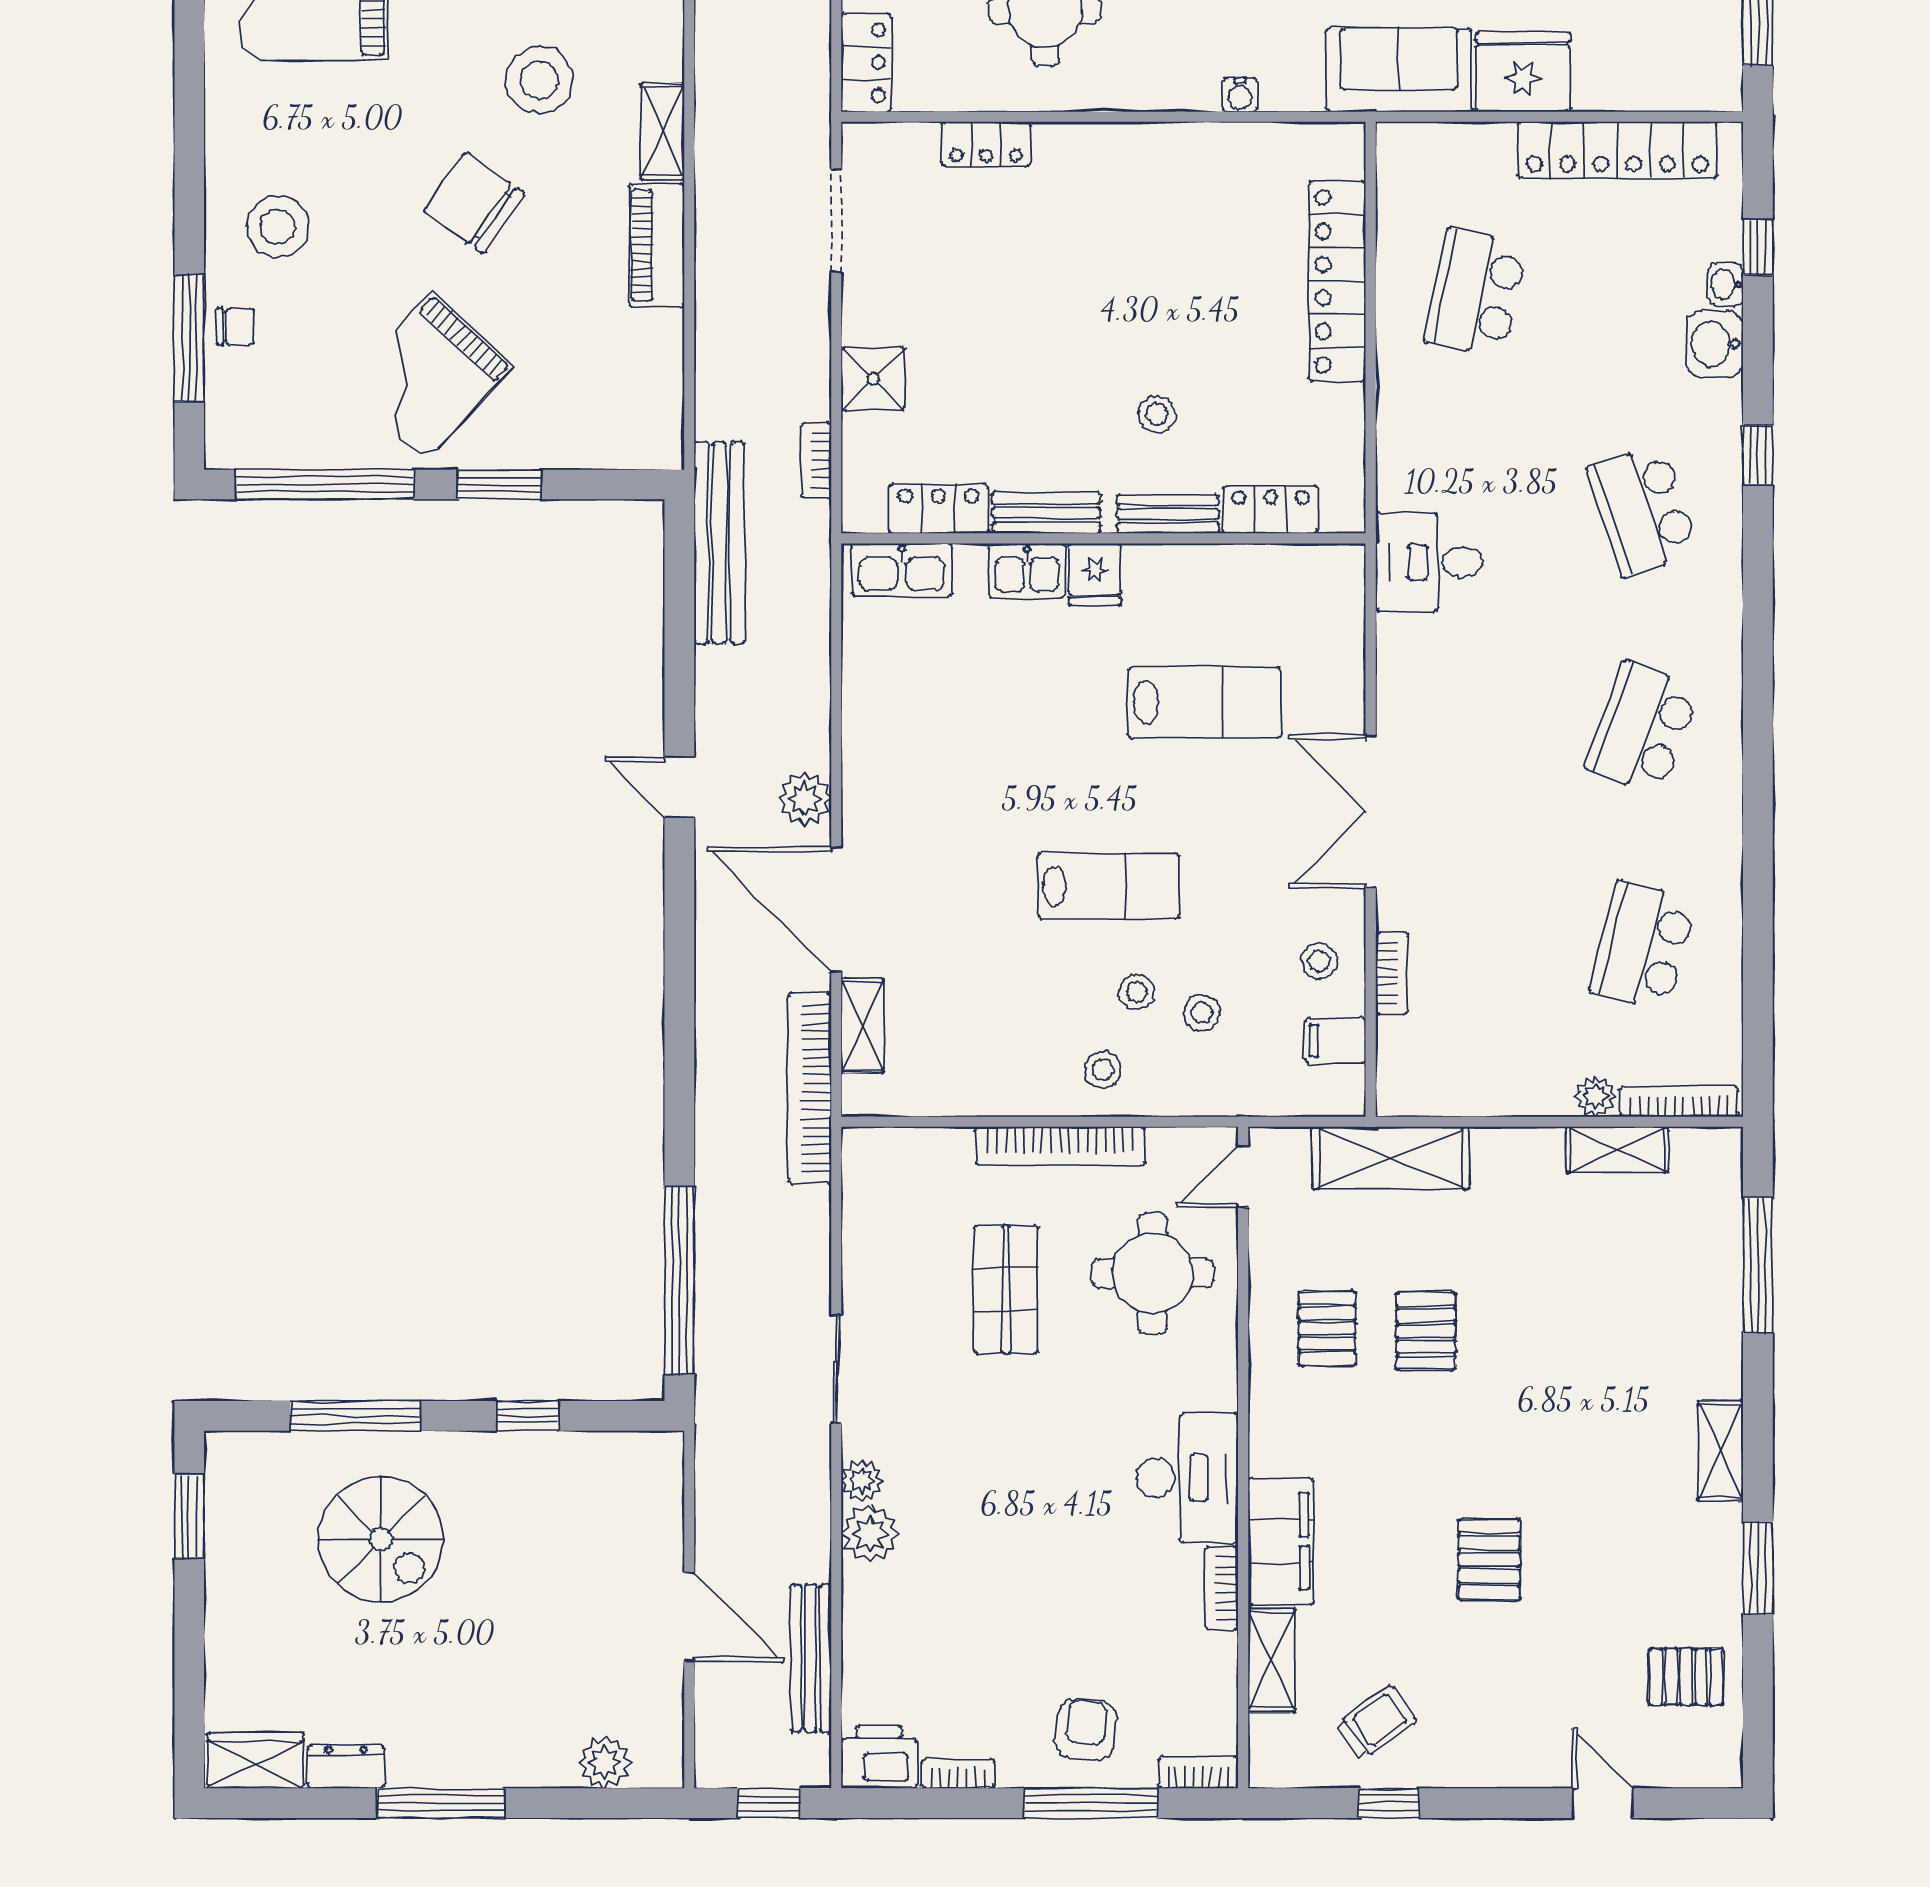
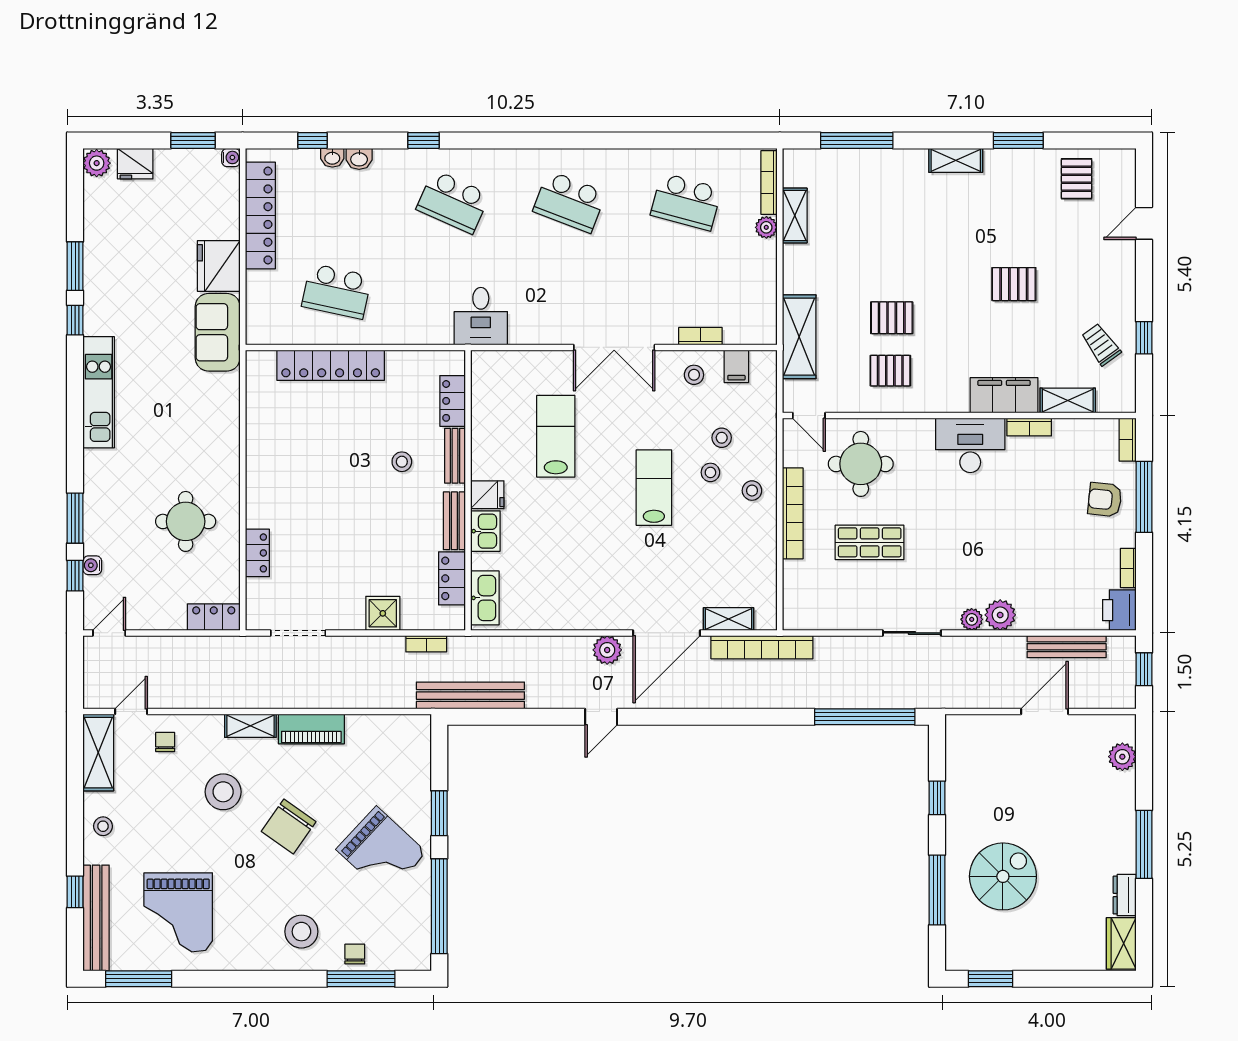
water cooler: (1240, 95) -> (231, 157), moved
washbasin: (1715, 344) -> (359, 159), width x0.72, depth x0.69
school desk: (1643, 510) -> (453, 202), turned 42

